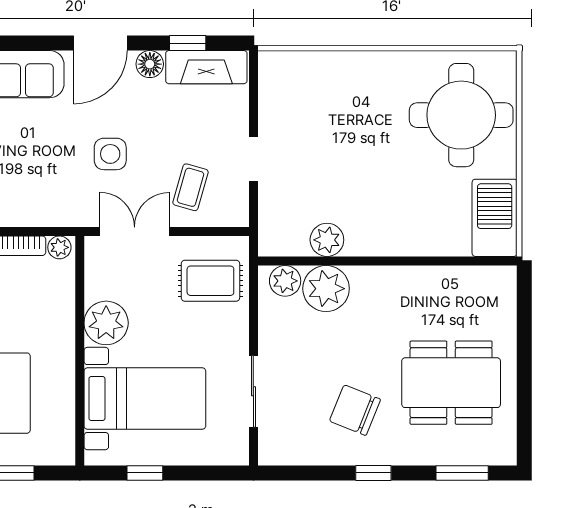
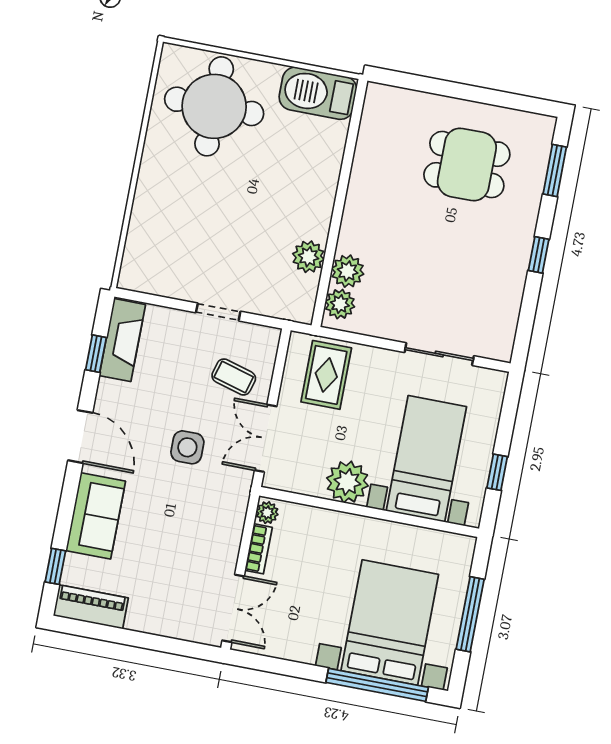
floor lamp: (150, 64) -> (109, 393), removed
plant: (326, 289) -> (348, 271), width x0.73, depth x0.73
dining table: (451, 383) -> (467, 165), width x0.73
chair: (355, 410) -> (476, 261), removed

